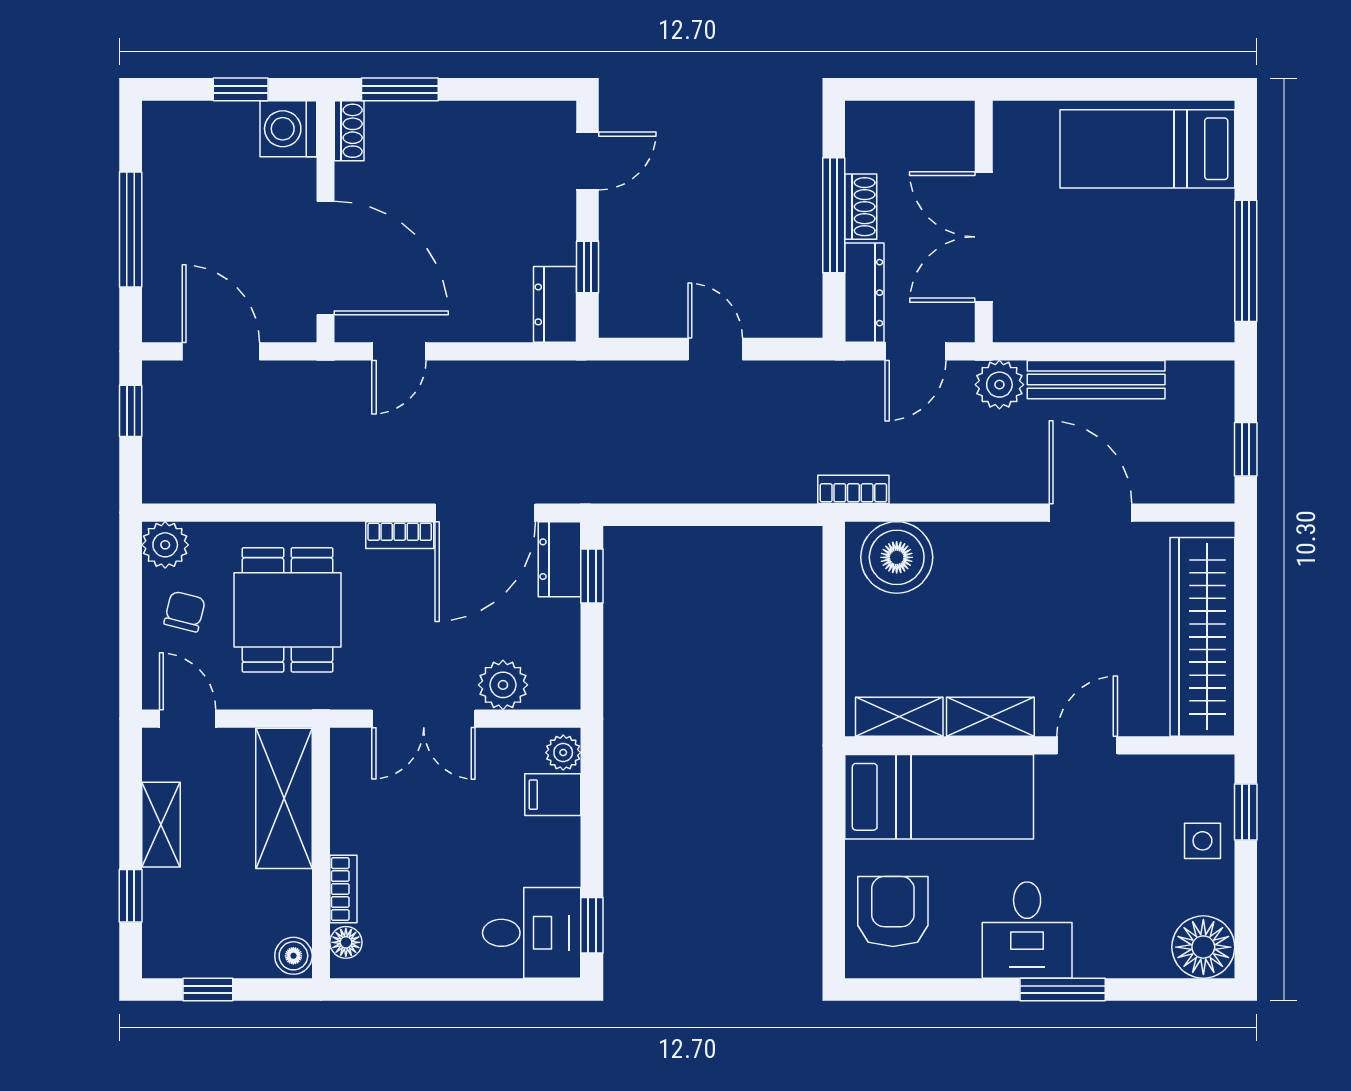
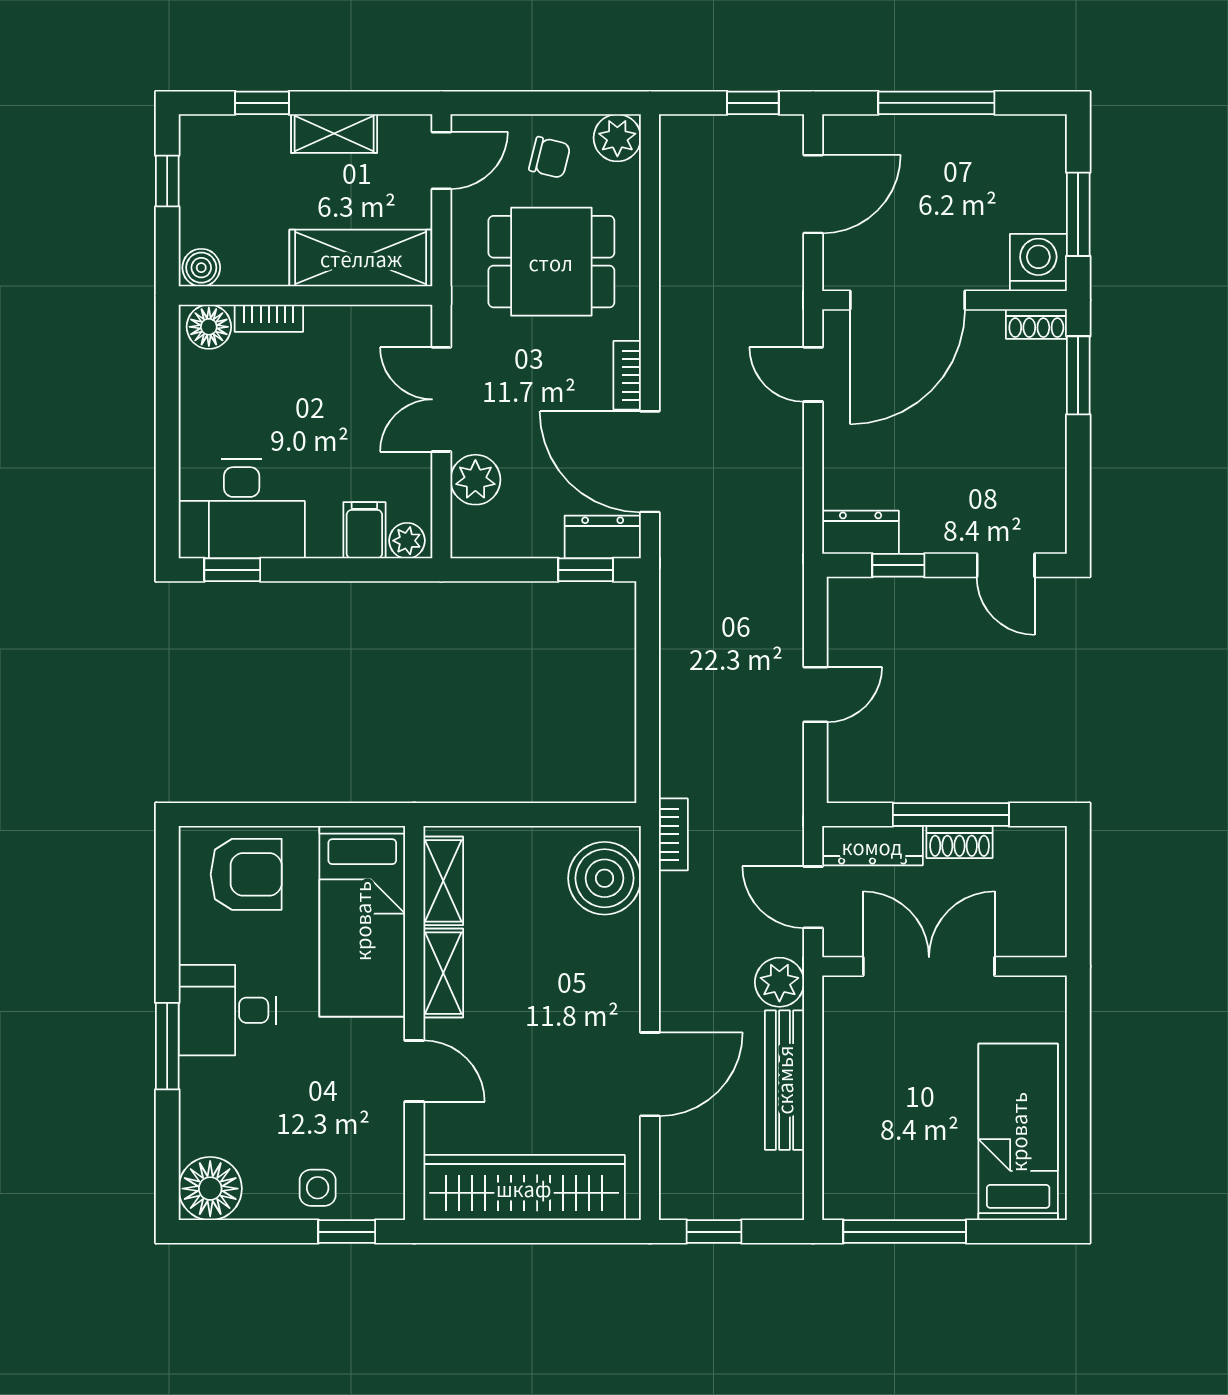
window: (241, 89) -> (1078, 214), width x1.50
desk: (532, 933) -> (242, 509), width x1.37
floor lamp: (346, 942) -> (209, 327), width x1.37, depth x1.37

